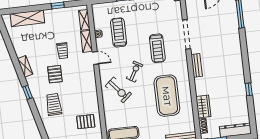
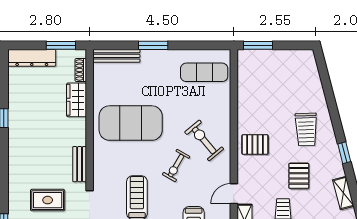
rug: (215, 40) -> (48, 200), added
door: (95, 58) -> (234, 194), hinge flipped
exercise mat: (167, 96) -> (131, 123), turned 90
pallet: (86, 122) -> (255, 144), moved

